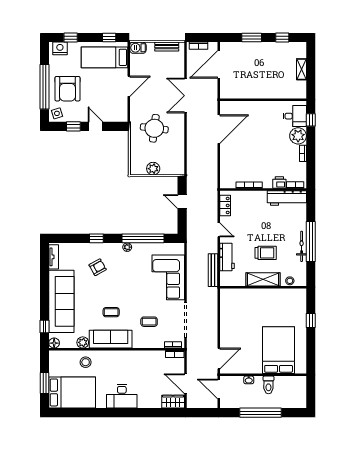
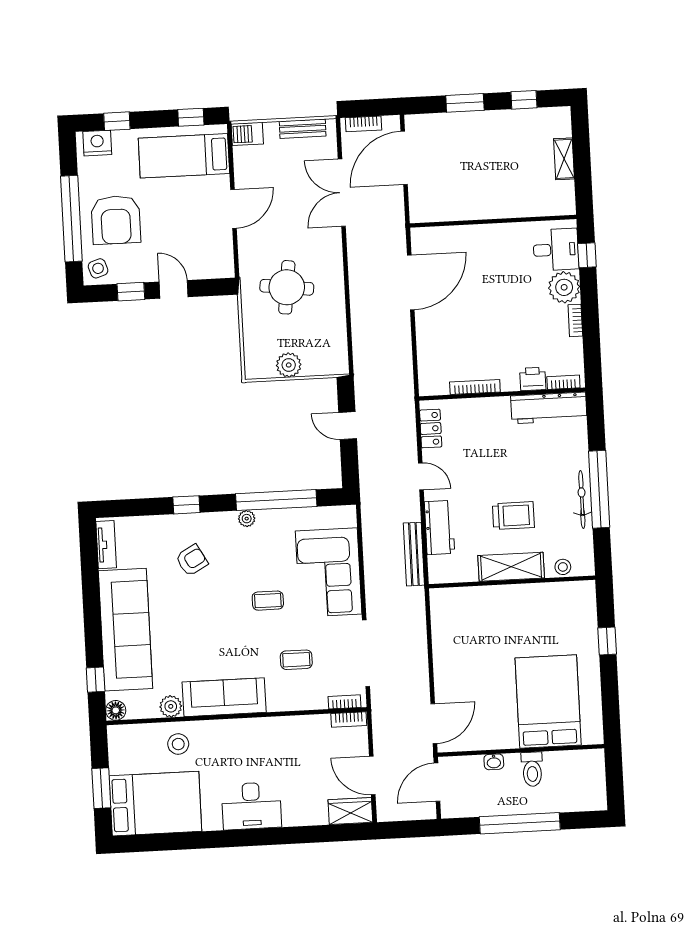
double door: (185, 96) -> (342, 193), moved
coffee table: (111, 312) -> (268, 601), moved
door: (219, 389) -> (437, 782), hinge flipped

